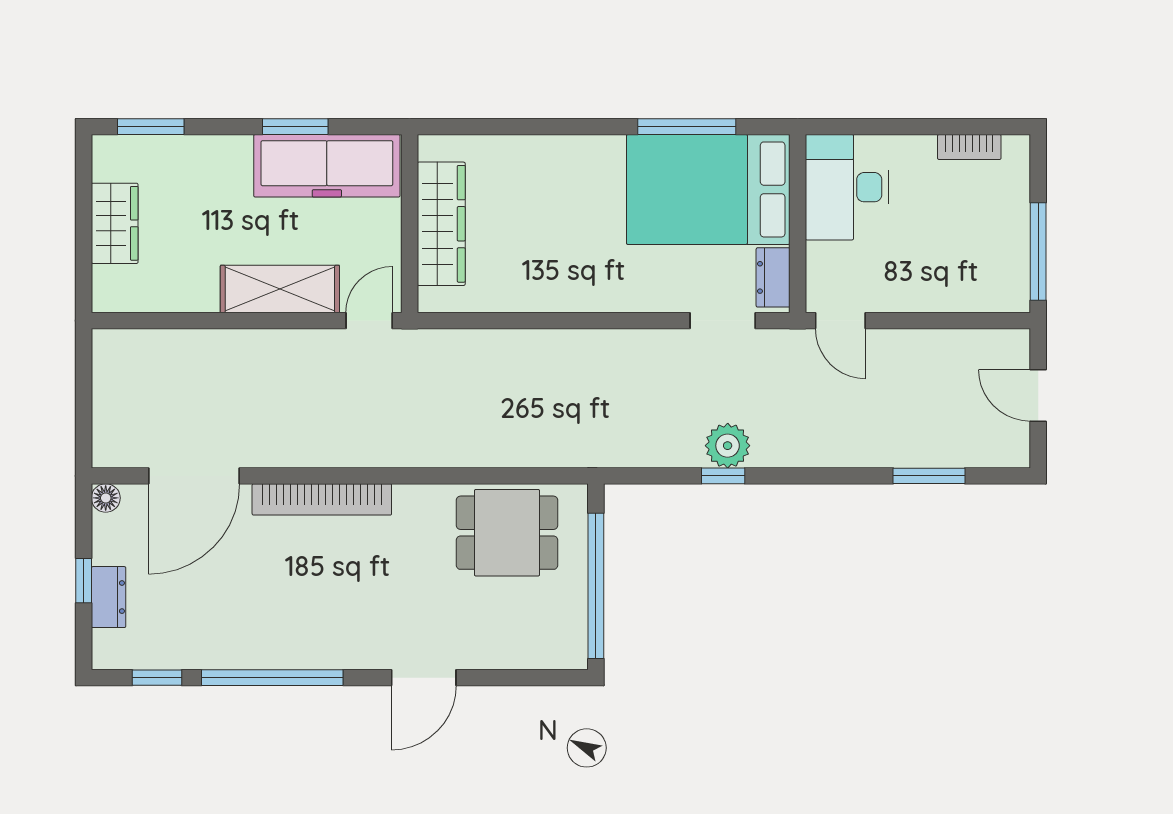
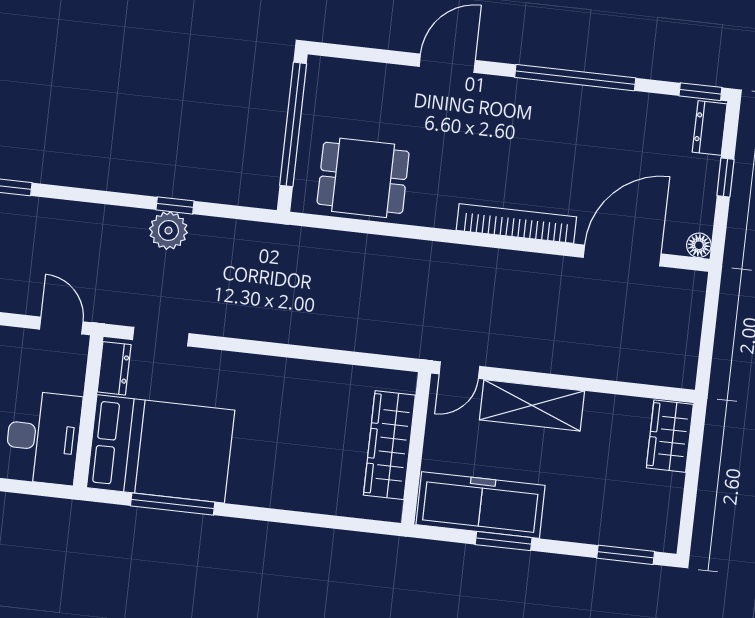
wardrobe: (115, 223) -> (670, 436), moved
dresser: (109, 597) -> (710, 128), moved
window: (157, 678) -> (700, 92), moved

